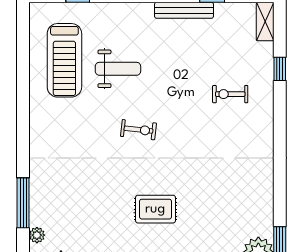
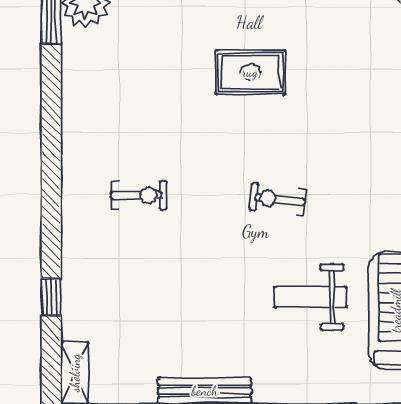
exercise bike: (230, 94) -> (139, 195), moved

